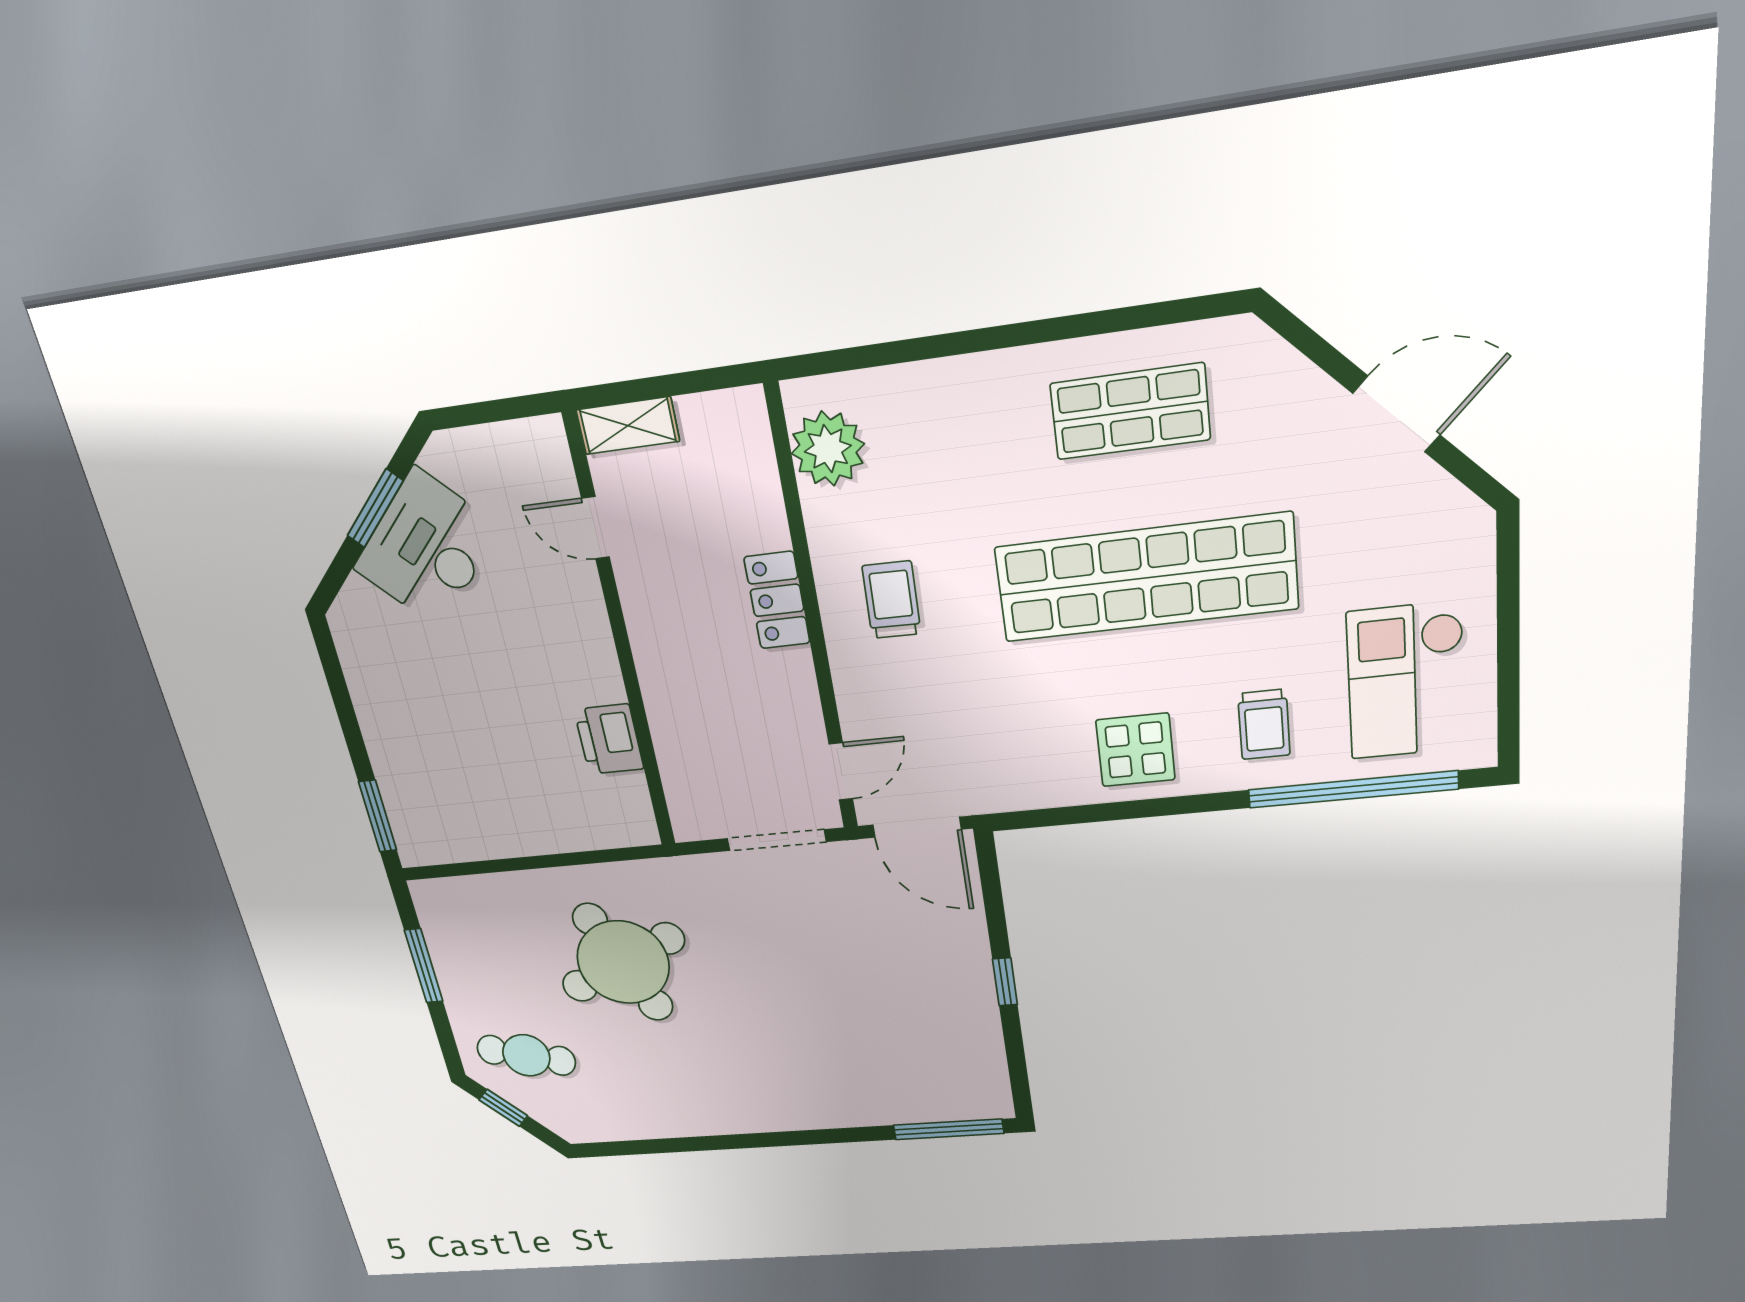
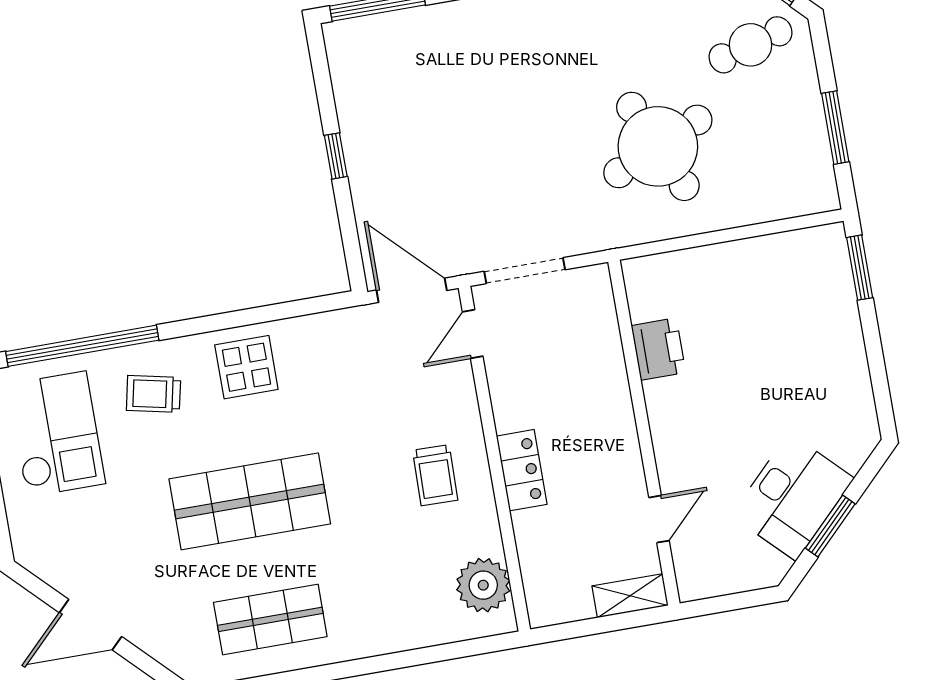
door: (596, 528) -> (659, 519), hinge flipped
shop shelf: (1146, 578) -> (250, 501), width x0.71
trolley: (1264, 724) -> (153, 394), turned -78
cafe table: (526, 1055) -> (750, 45), turned -31

